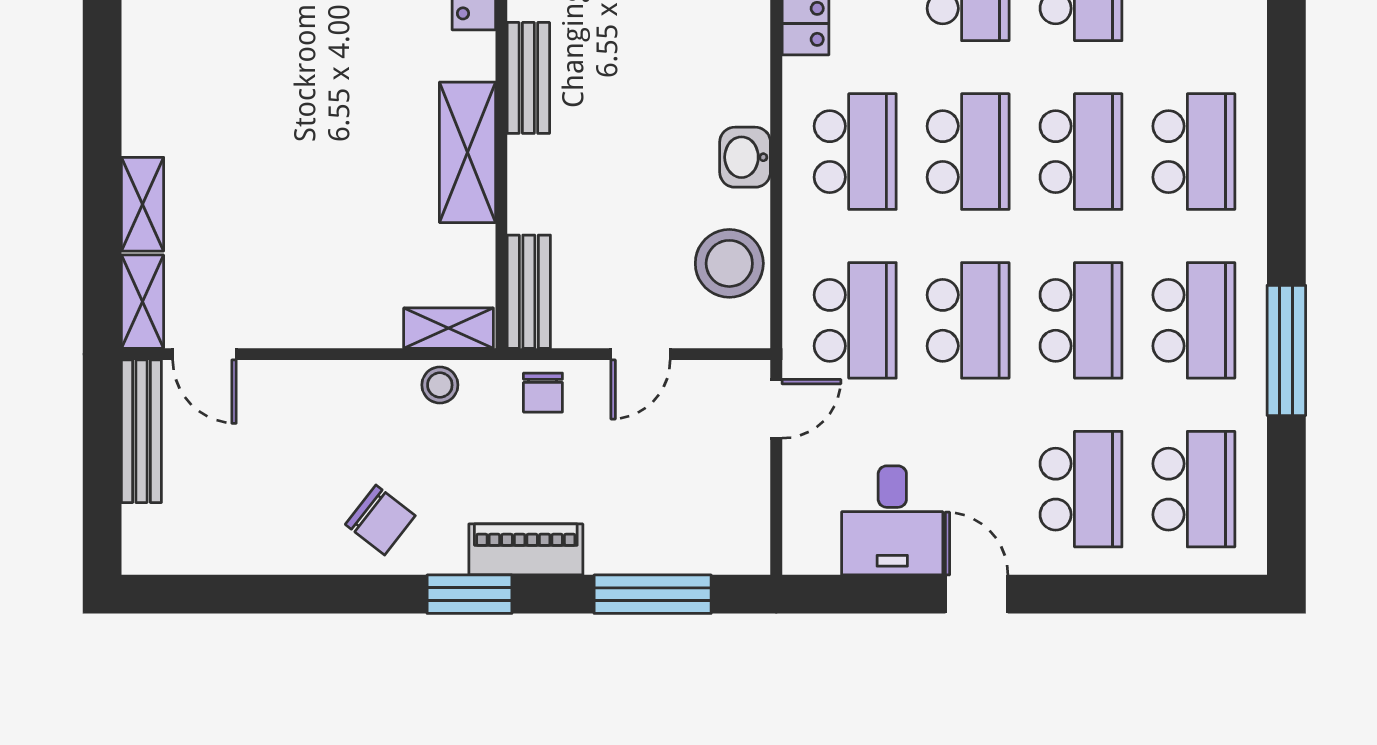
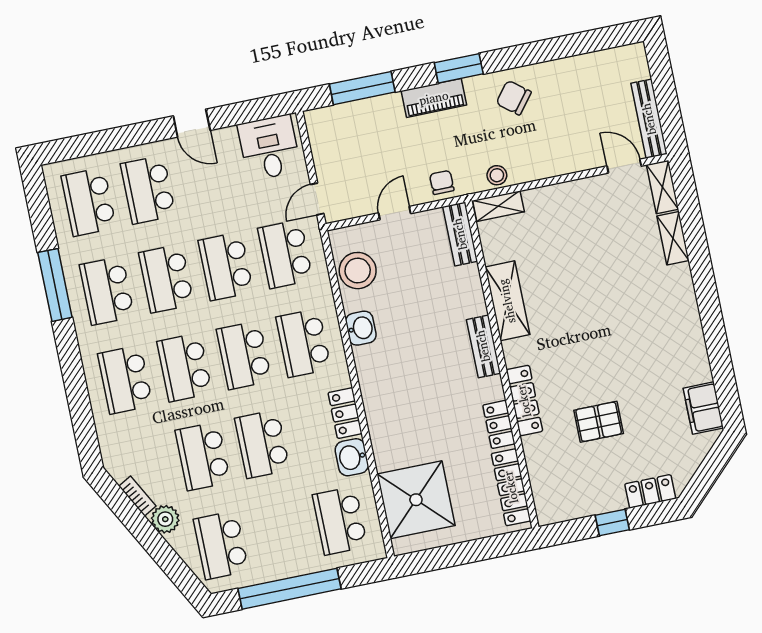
desk: (892, 520) -> (269, 148), moved

